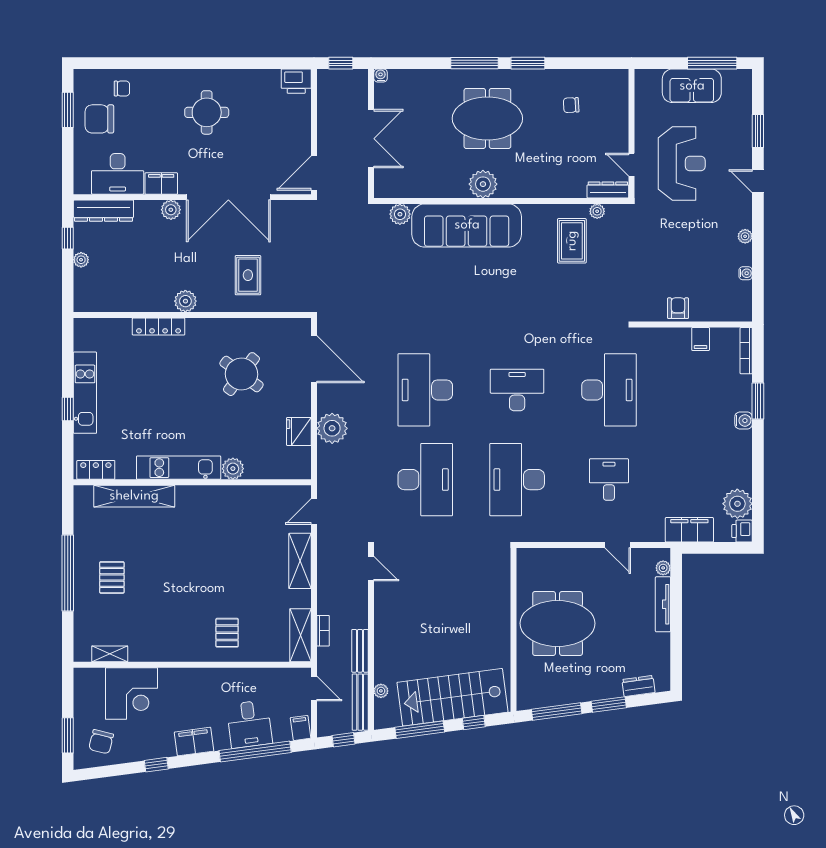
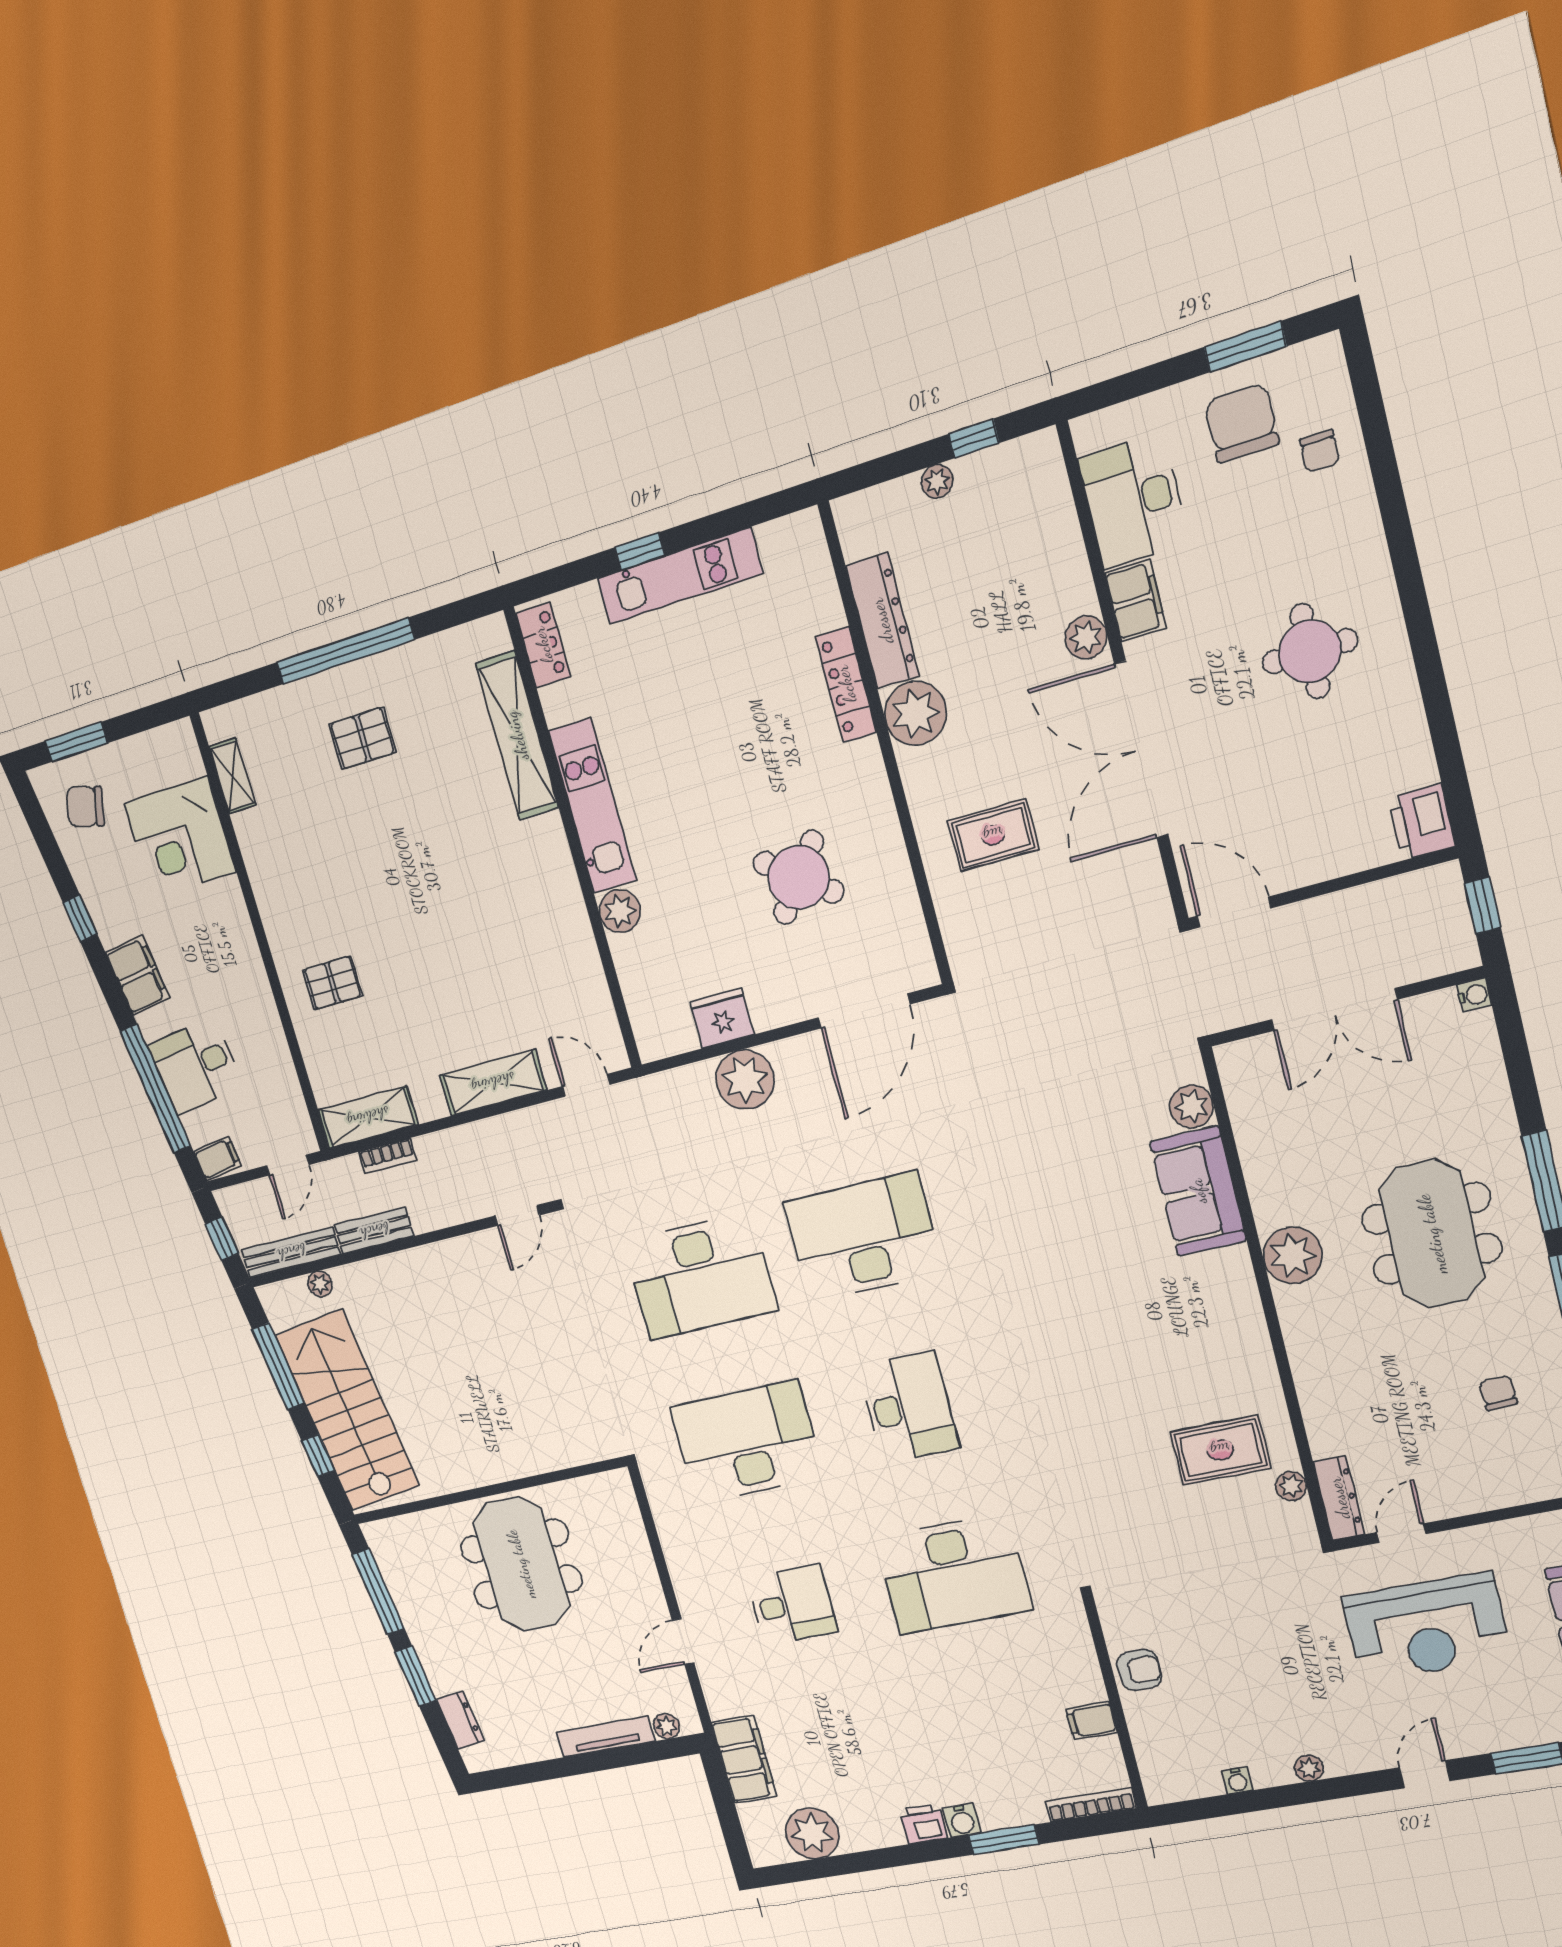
dresser: (103, 211) -> (882, 621), moved, turned 180
sofa: (467, 225) -> (1198, 1191), width x0.54, depth x0.79
plant: (185, 301) -> (915, 713), width x1.36, depth x1.36
printer: (742, 531) -> (923, 1824), moved

